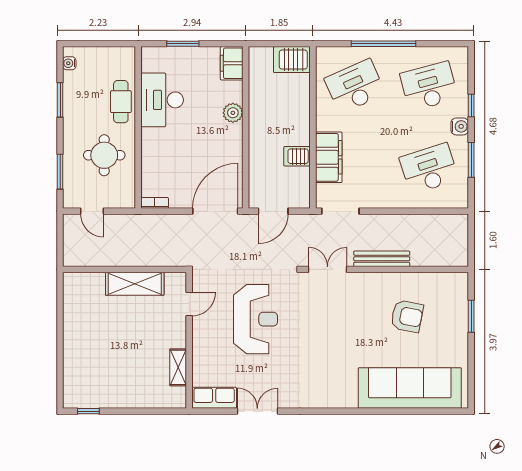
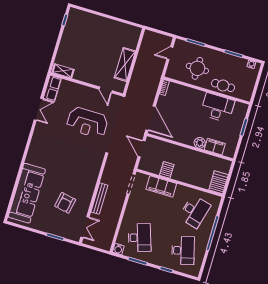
filing cabinet: (232, 63) -> (215, 147), moved
desk: (355, 86) -> (195, 211), turned 39
water cooler: (460, 126) -> (118, 249), moved
double door: (328, 269) -> (85, 227), moved
shelving: (178, 367) -> (63, 71), moved

